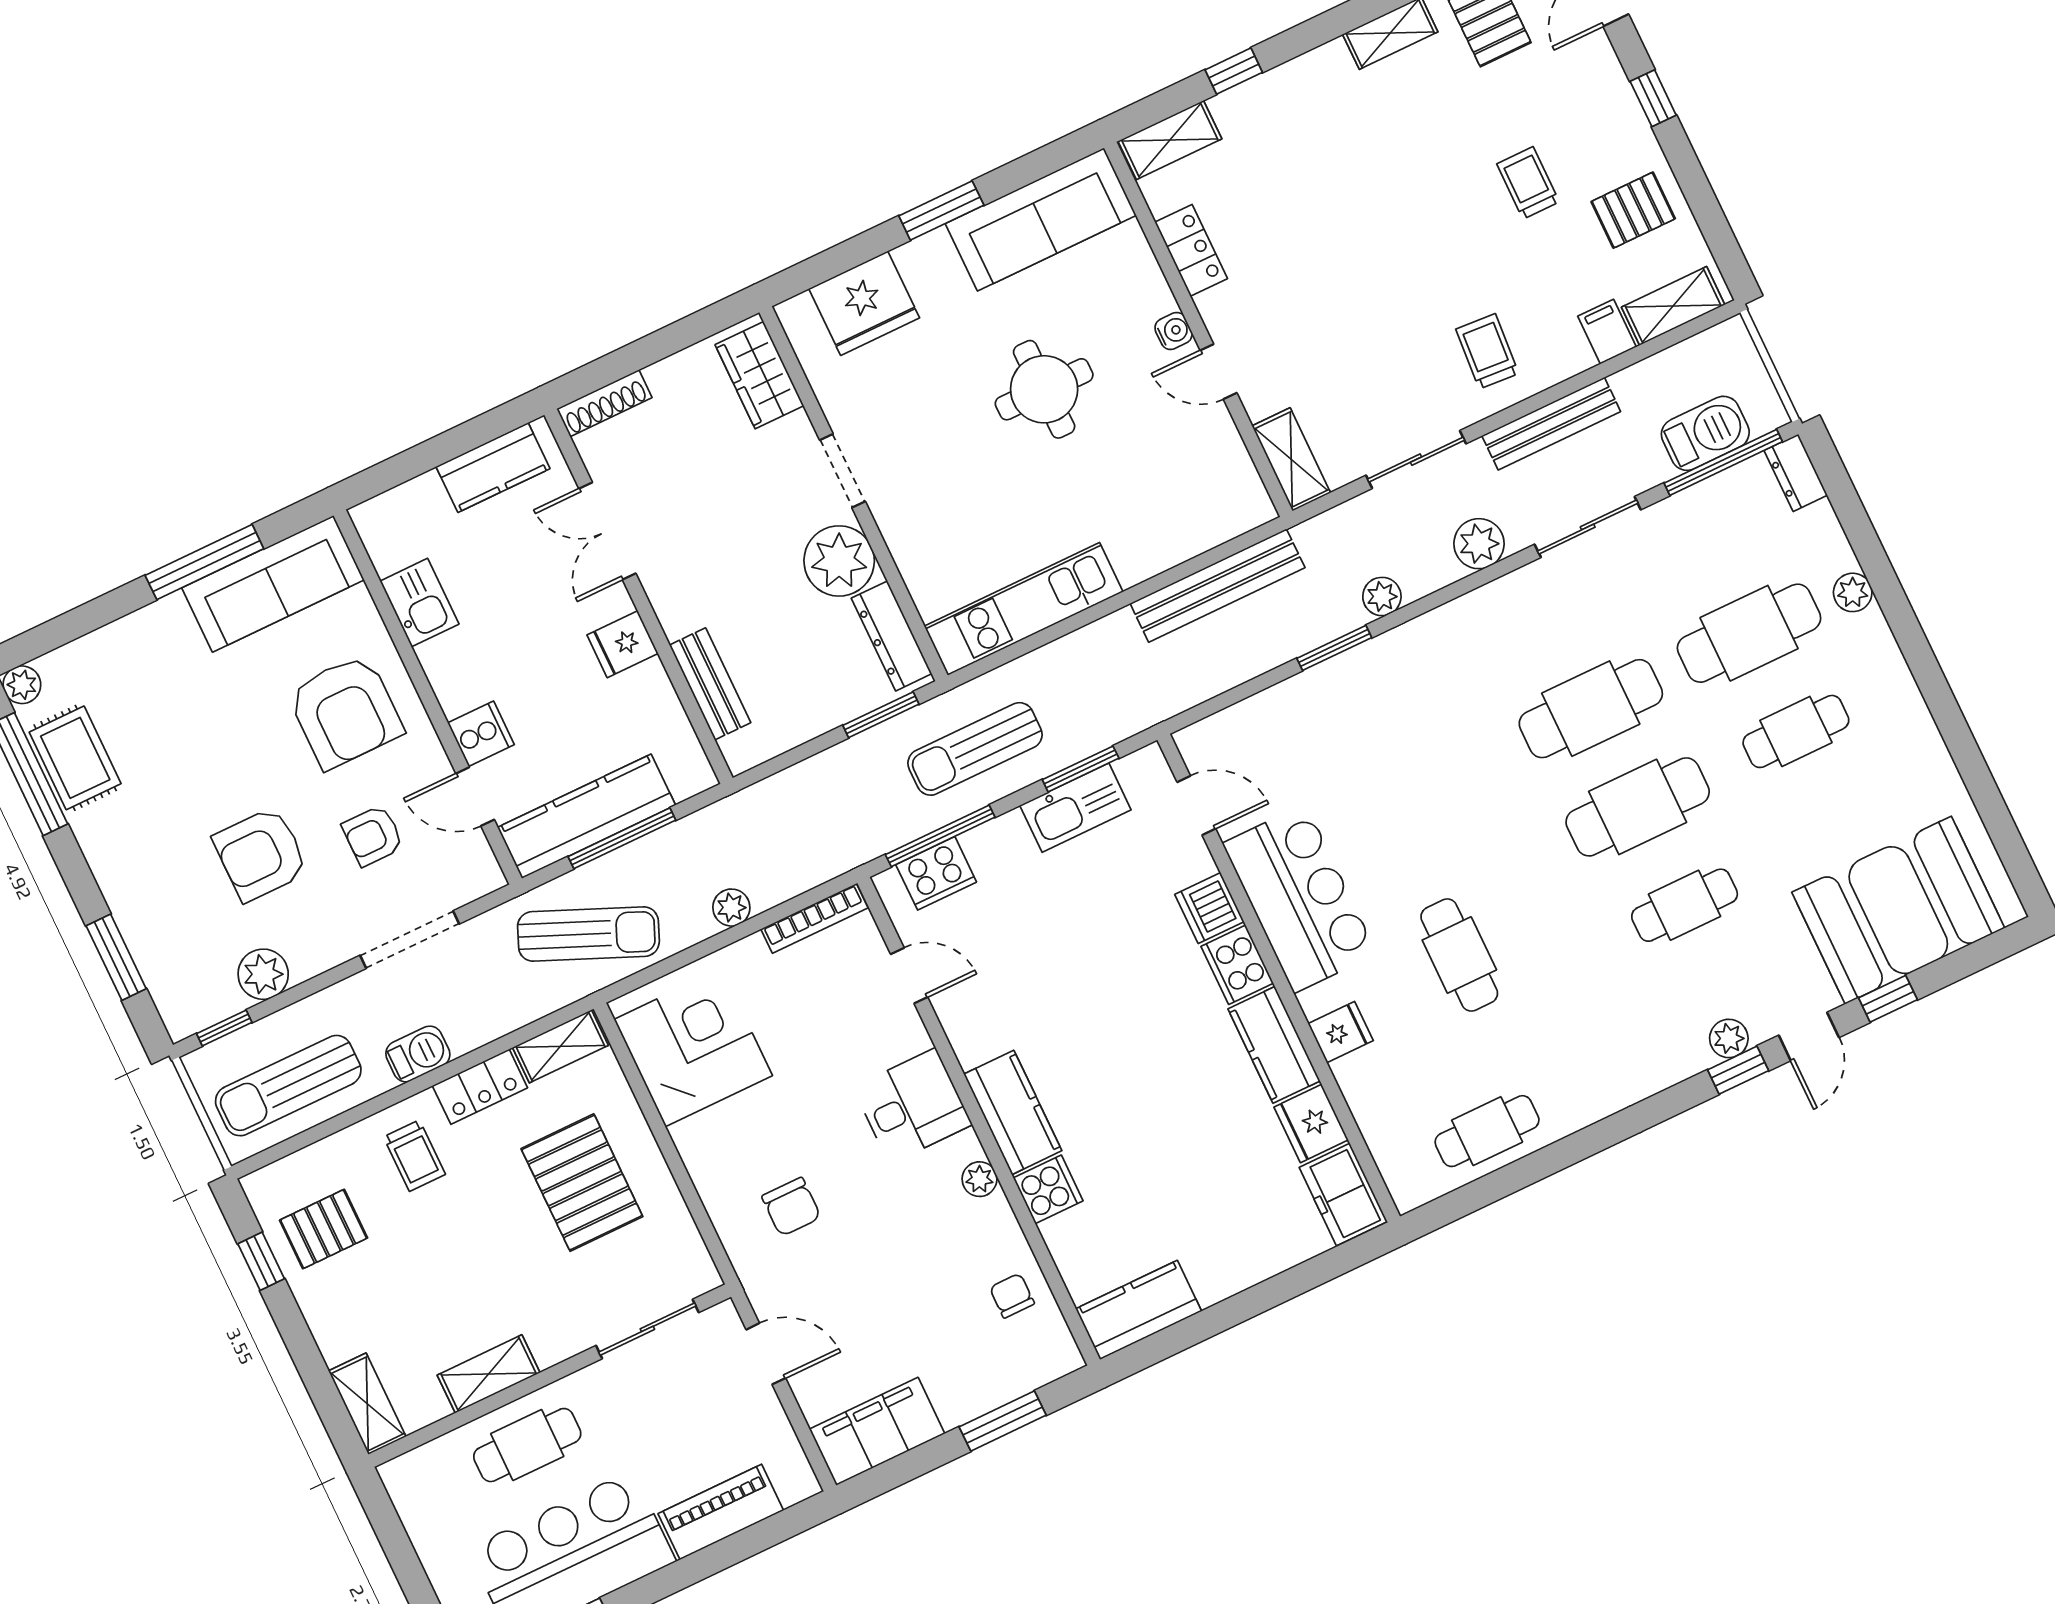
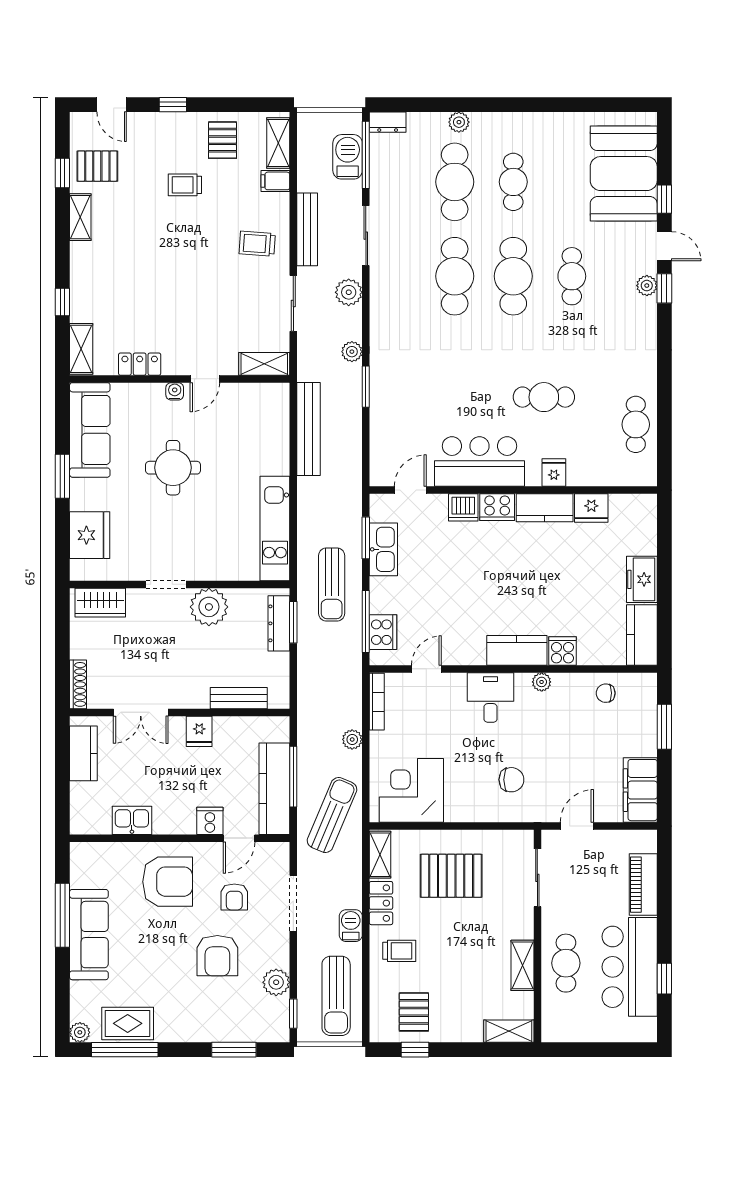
sofa: (273, 584) -> (89, 935), moved
dresser: (892, 636) -> (279, 623), moved, turned 90
freezer: (1343, 1194) -> (642, 579), moved, turned 90

